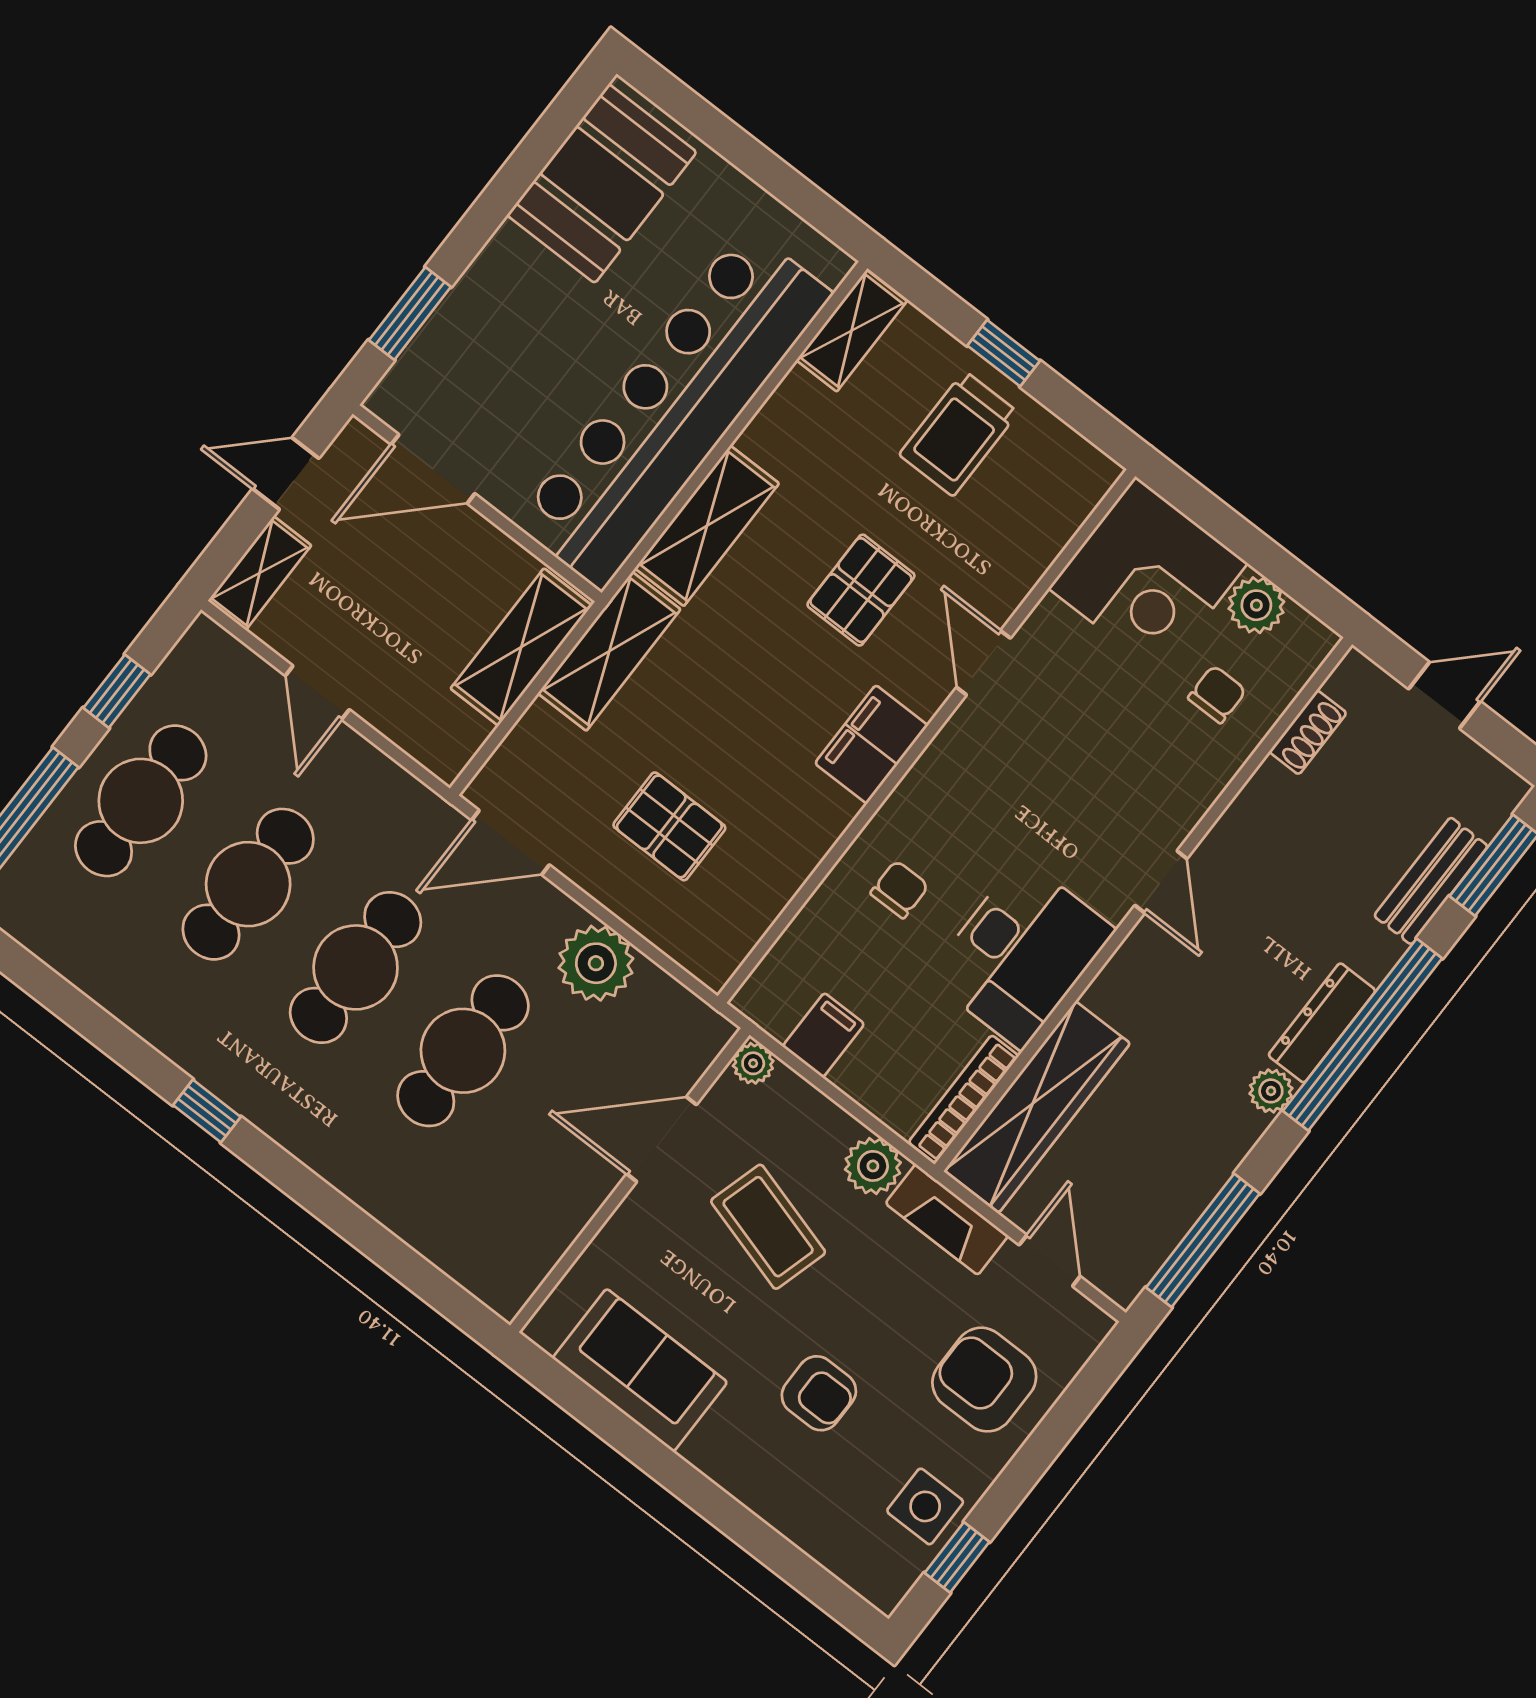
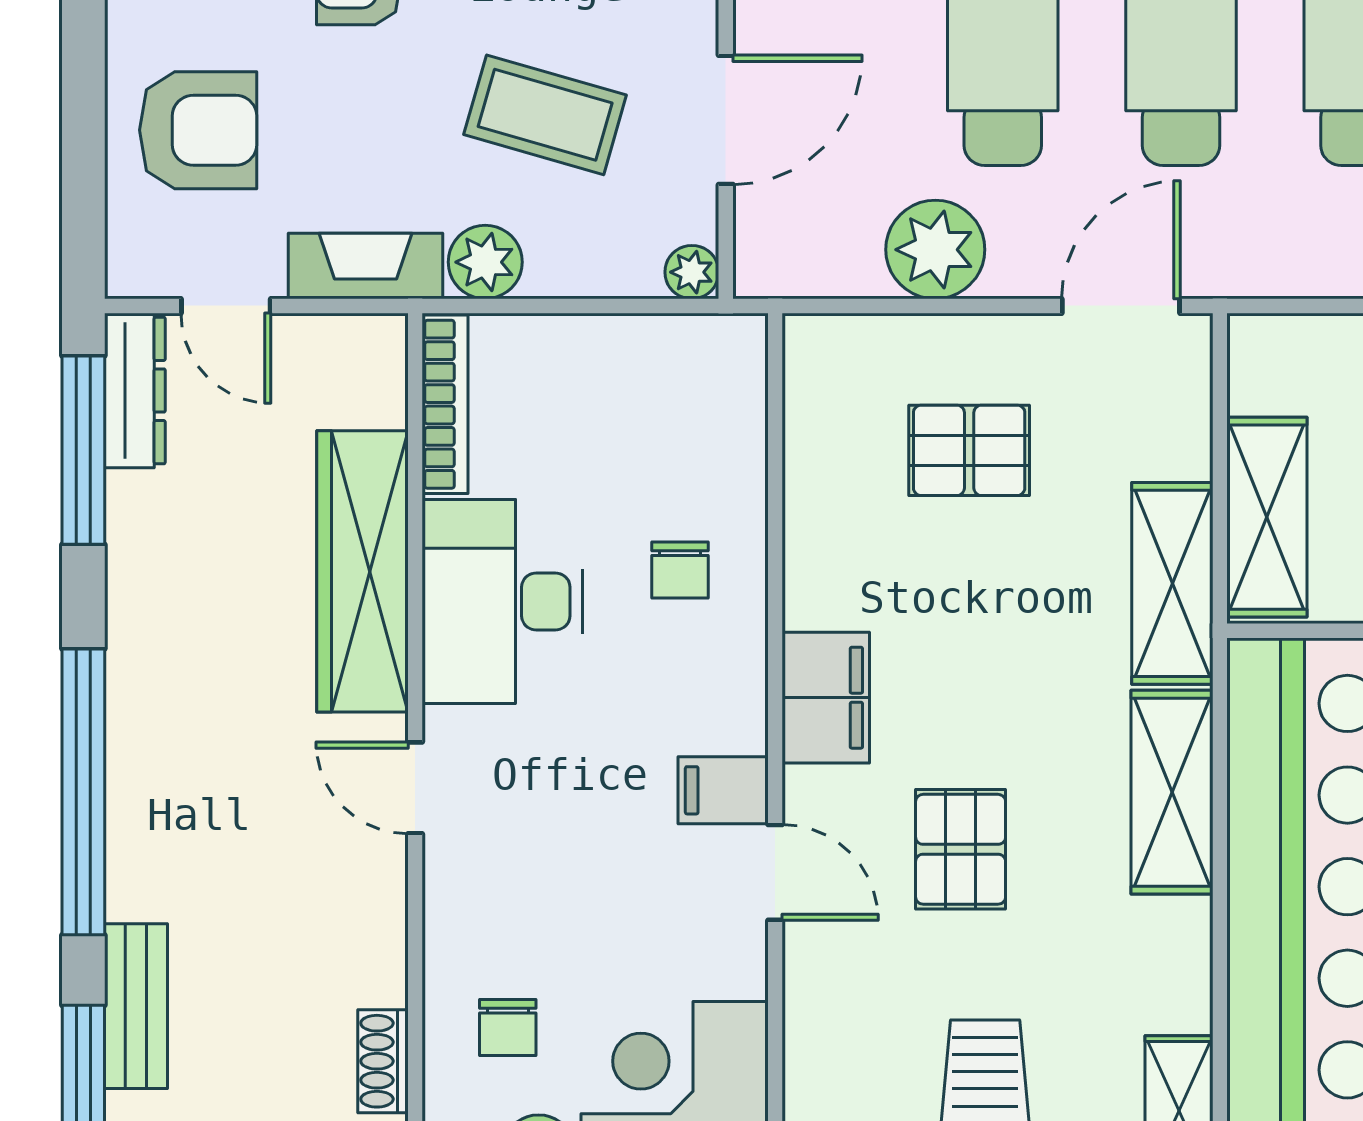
dresser: (1322, 1023) -> (135, 391), moved
filing cabinet: (823, 1035) -> (723, 790), moved, turned 90
plant: (1271, 1091) -> (133, 660), removed
wardrobe: (1037, 1107) -> (362, 571), moved

